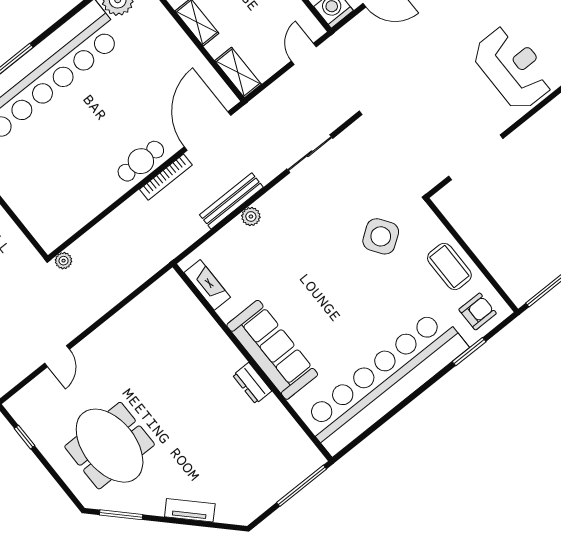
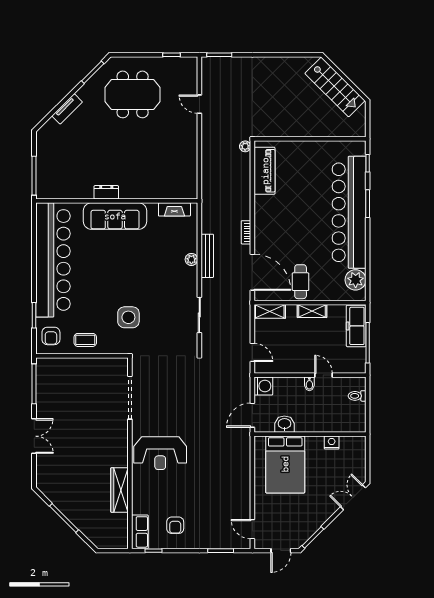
cafe table: (141, 161) -> (301, 282), moved
bookcase: (166, 177) -> (246, 232), width x0.64
piano: (74, 214) -> (265, 171), added
side table: (381, 236) -> (128, 317), turned 35
coffee table: (449, 266) -> (85, 340), width x0.73, depth x0.77

